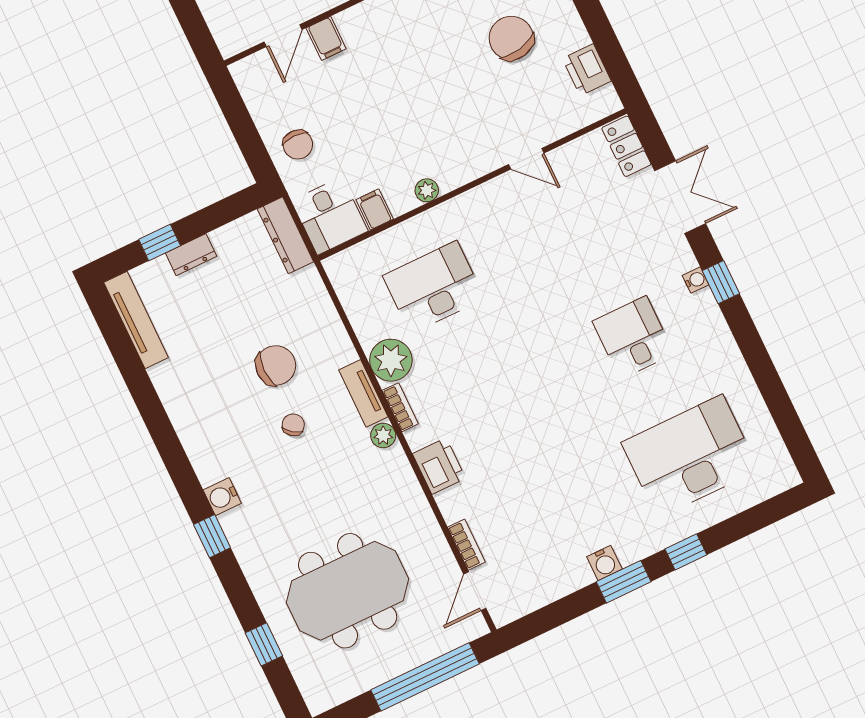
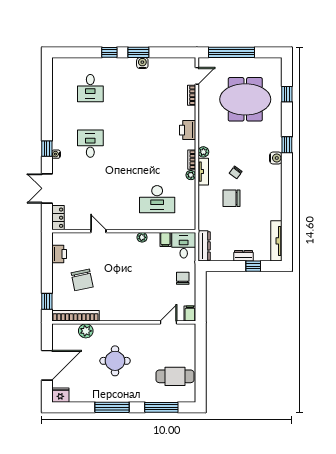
filing cabinet: (326, 38) -> (190, 314), moved
desk: (633, 337) -> (90, 144), turned 180
plant: (391, 360) -> (191, 175), width x0.53, depth x0.53
desk: (690, 456) -> (90, 88), width x0.53, depth x0.77

